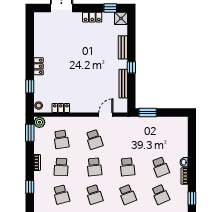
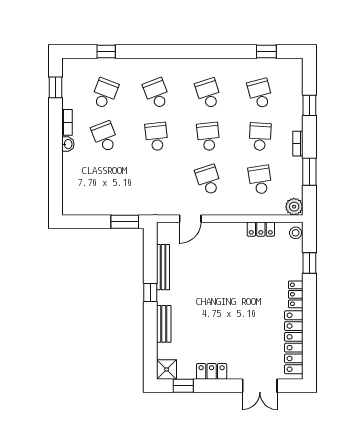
locker: (40, 36) -> (294, 342), added
window: (30, 133) -> (309, 172), moved
school desk: (160, 194) -> (105, 93), turned 45

